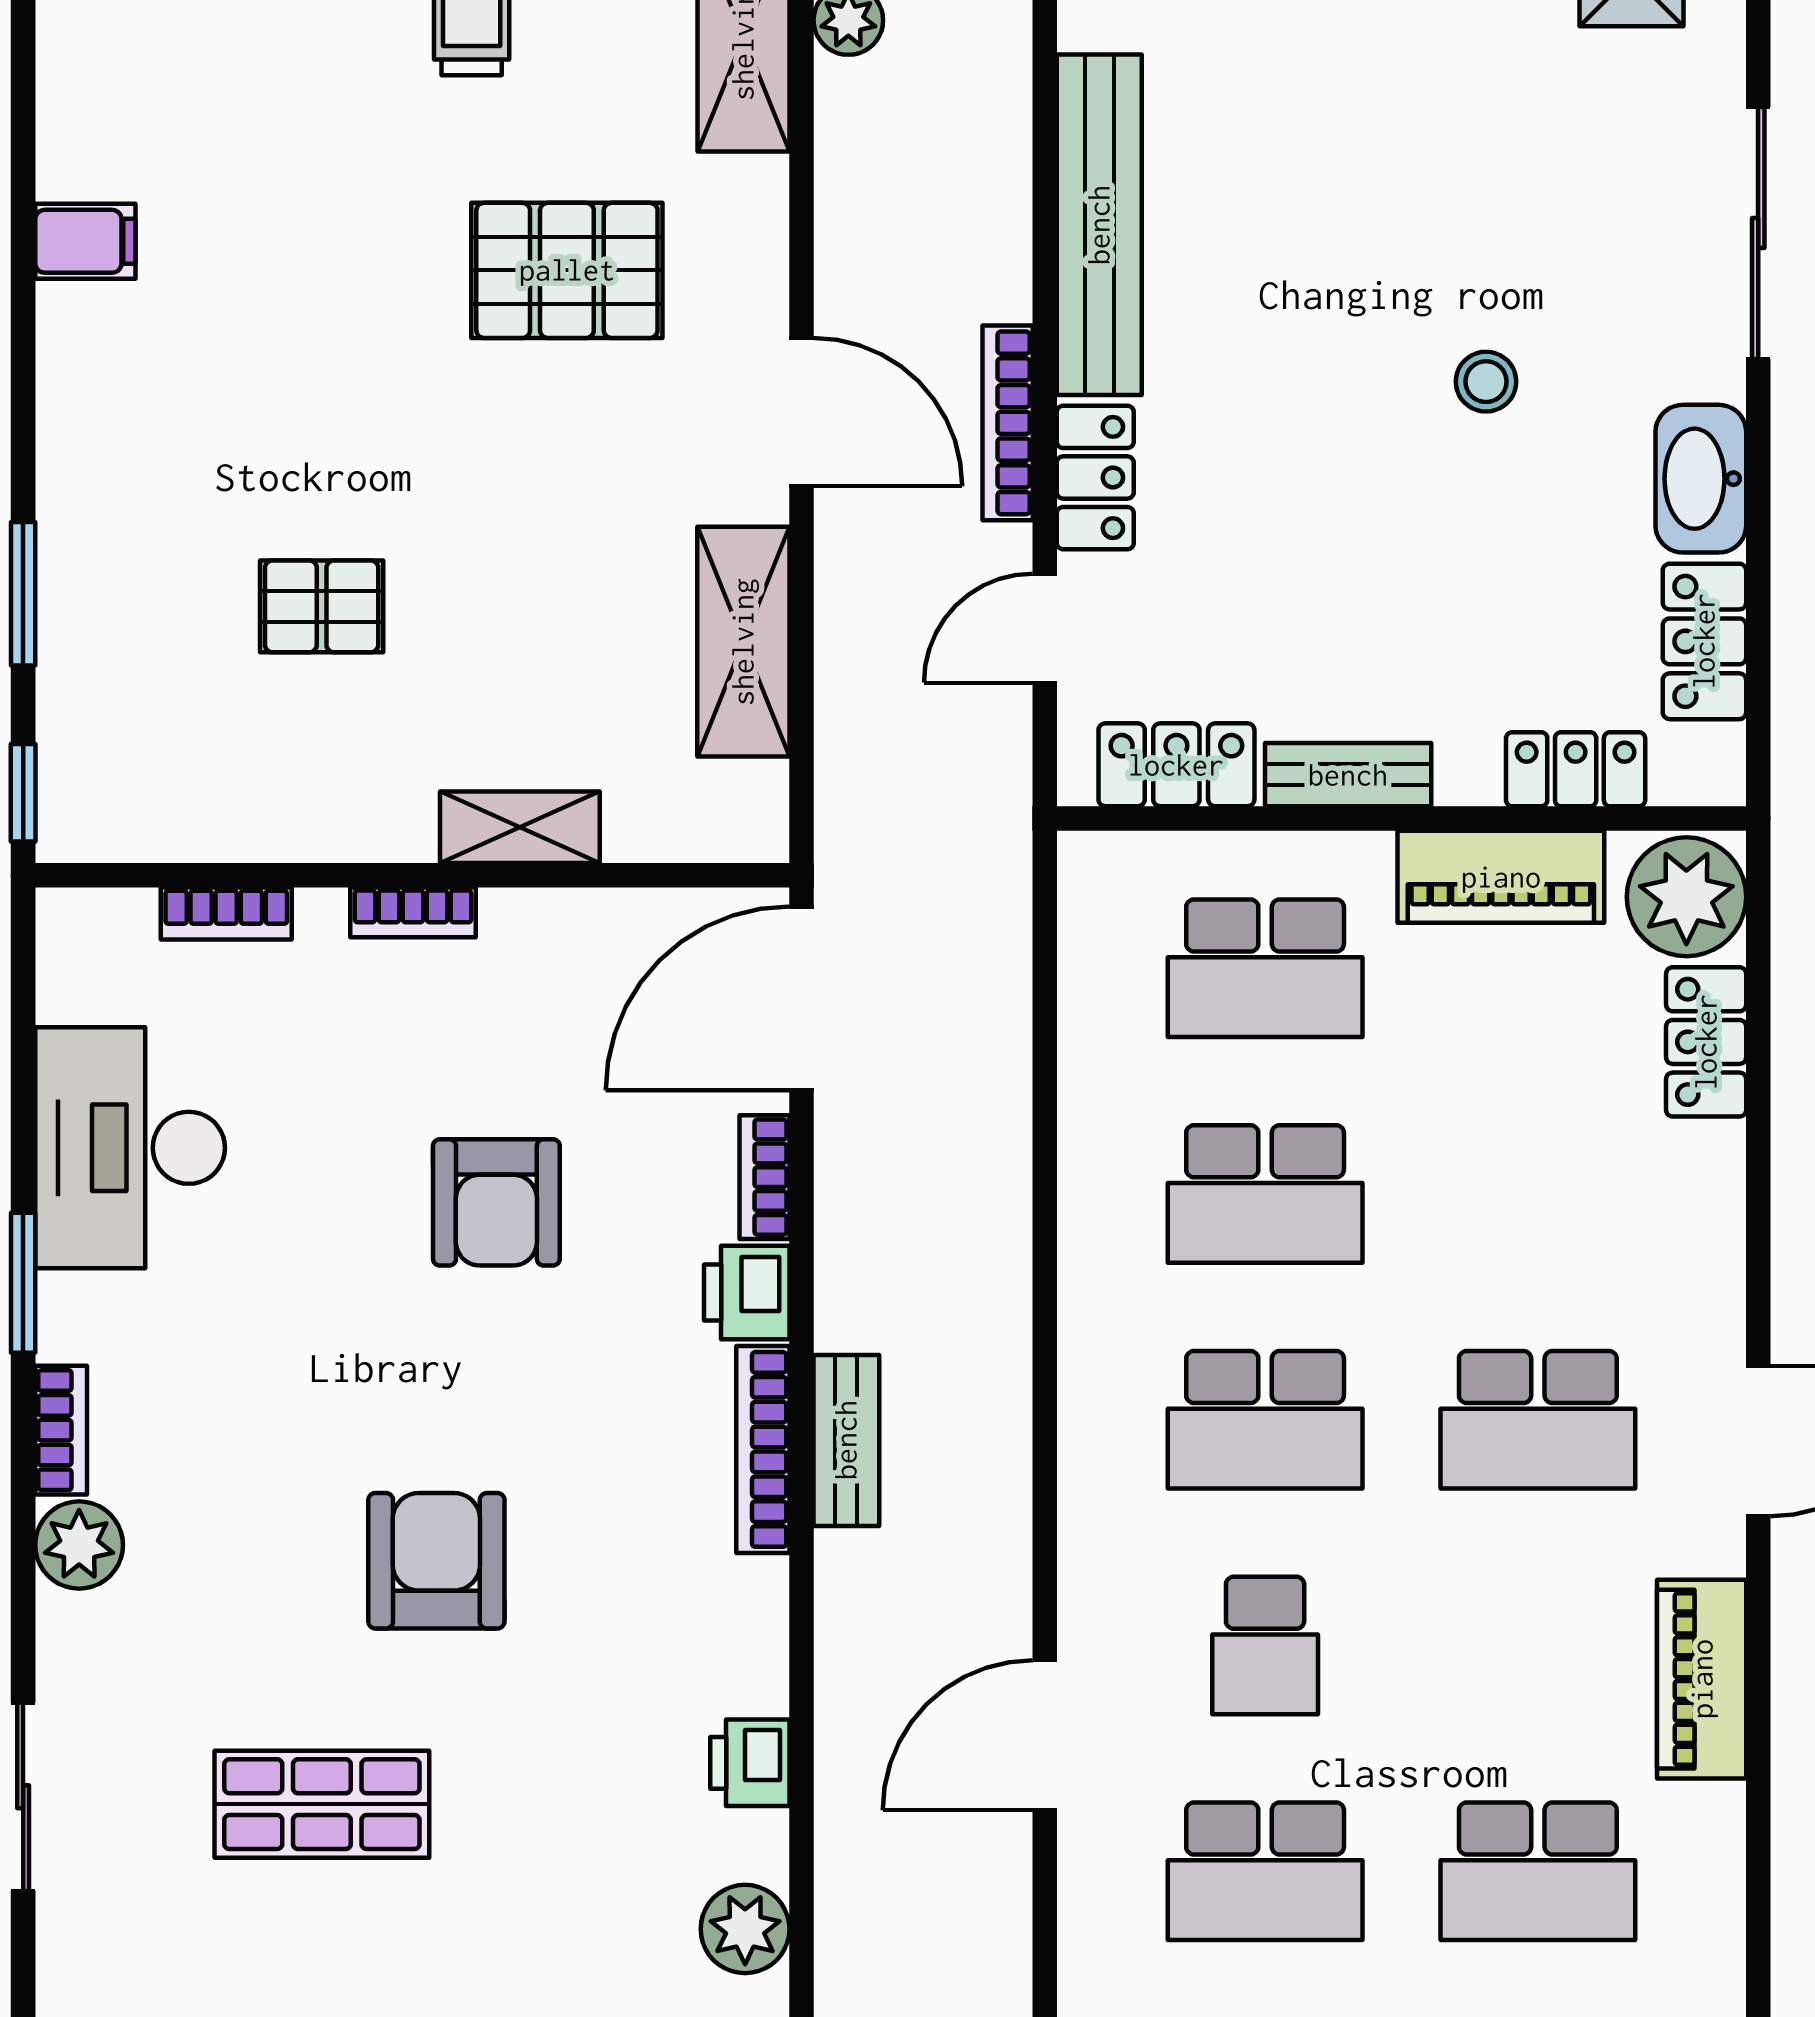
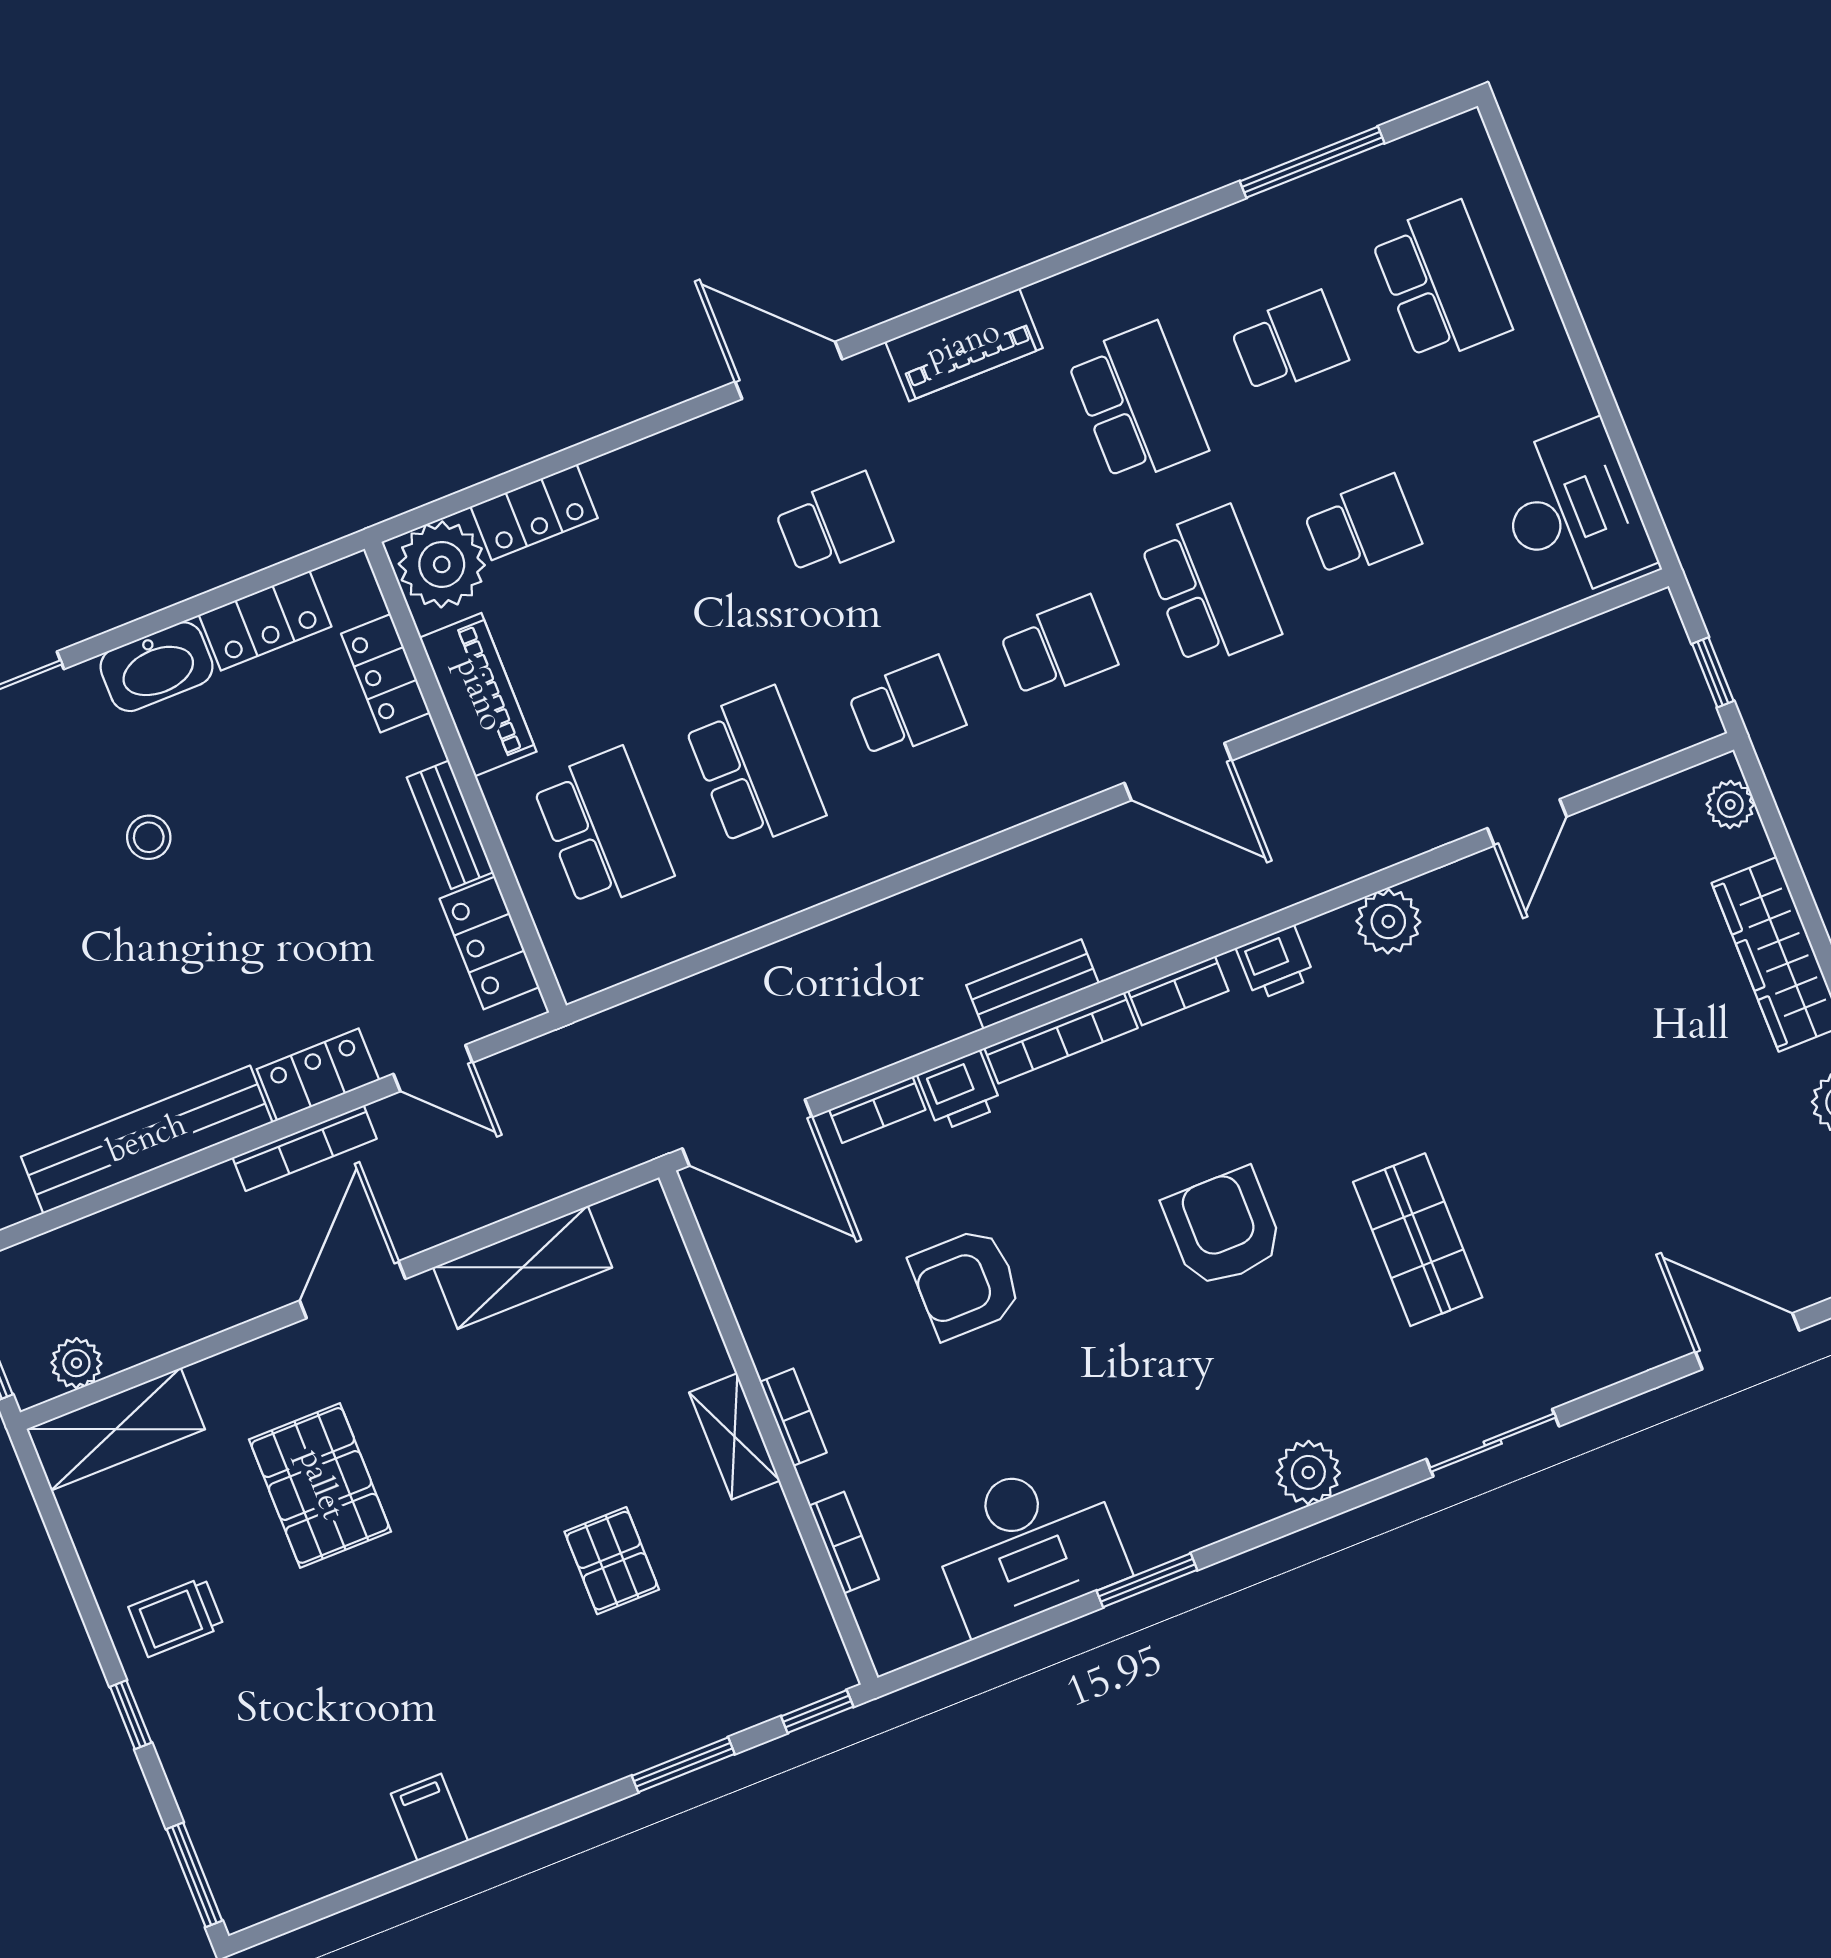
shelving: (520, 827) -> (734, 1436), moved
armchair: (496, 1202) -> (966, 1283), turned 180
school desk: (1265, 1420) -> (906, 708), width x0.54
school desk: (1538, 1420) -> (833, 524), width x0.54
bookcase: (61, 1430) -> (1178, 991), moved, turned 180
armchair: (436, 1561) -> (1223, 1228), turned 90

